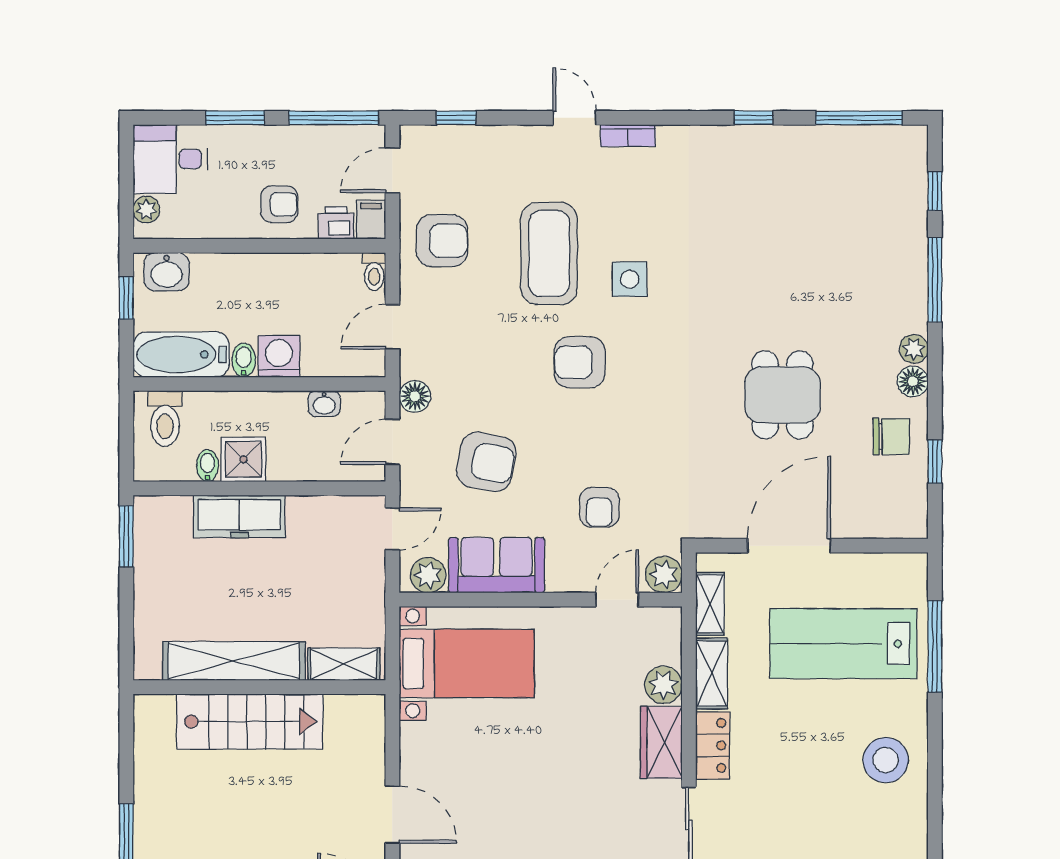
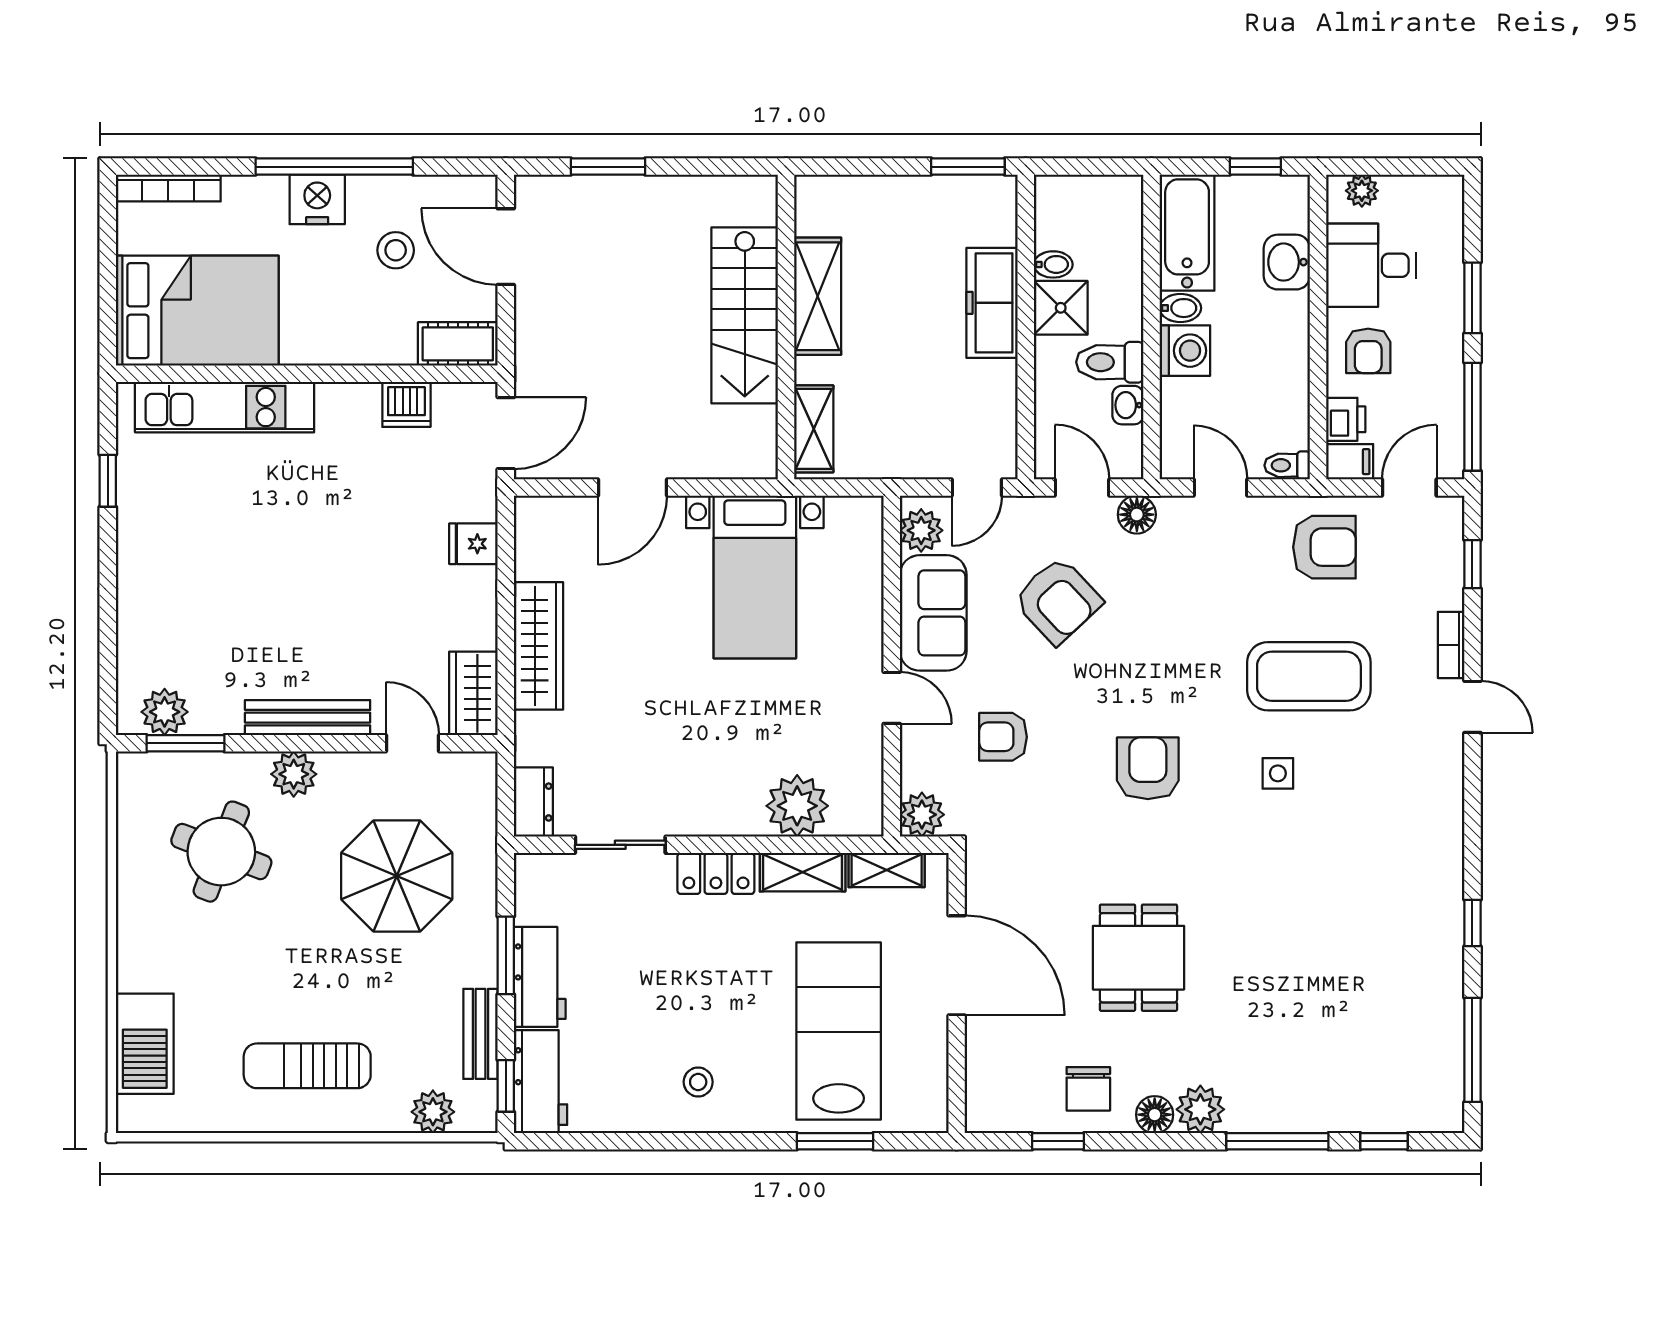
door: (575, 118) -> (1472, 707), hinge flipped
bookcase: (628, 136) -> (1451, 645), moved
desk: (170, 159) -> (1371, 265), moved, turned -90
door: (392, 170) -> (1409, 487), hinge flipped
armchair: (442, 241) -> (1324, 547), turned -90
washbasin: (167, 272) -> (1287, 262), moved
side table: (630, 279) -> (1278, 773), width x0.73, depth x0.73
plant: (914, 349) -> (1200, 1109), width x1.38, depth x1.38
armchair: (580, 362) -> (1148, 768), moved
dining table: (783, 395) -> (1138, 958), turned 90
toilet: (165, 419) -> (1110, 362), moved
armchair: (486, 462) -> (1058, 601), turned -54
door: (392, 529) -> (977, 487), hinge flipped
door: (617, 600) -> (892, 698), moved
window: (935, 647) -> (835, 1141), width x0.69
shelving: (234, 661) -> (818, 296), width x0.68
bed with nightstands: (467, 663) -> (755, 577), moved
plant: (663, 685) -> (797, 806), width x1.36, depth x1.36
wardrobe: (661, 742) -> (720, 811), removed
stool: (886, 760) -> (698, 1082), width x0.53, depth x0.53

